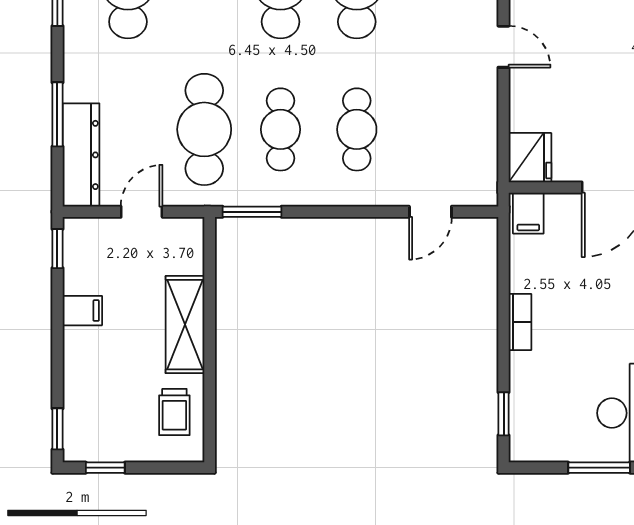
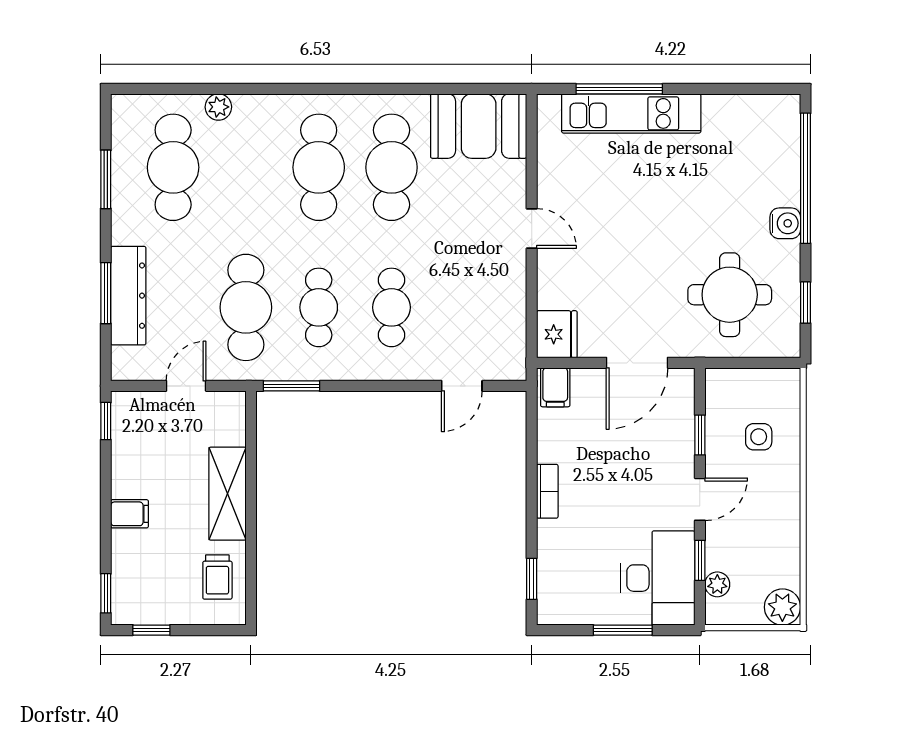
dresser: (81, 155) -> (128, 296), moved
filing cabinet: (82, 311) -> (130, 514), moved

